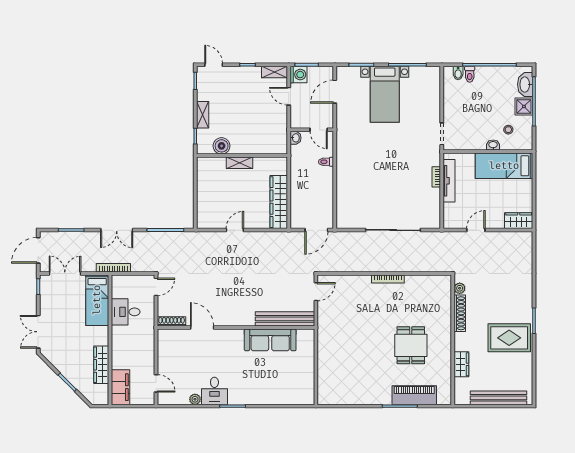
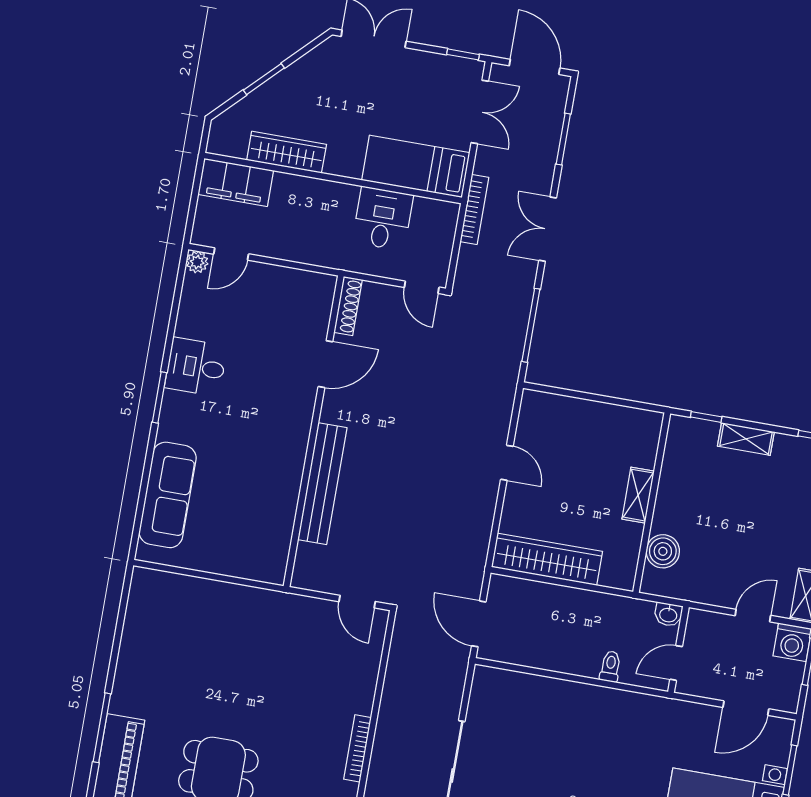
door: (335, 92) -> (746, 708), swing flipped
boiler: (222, 146) -> (663, 551), moved
bench: (285, 319) -> (322, 484), moved
sofa: (270, 340) -> (168, 495), moved, turned 180
plant: (195, 399) -> (197, 262), moved

